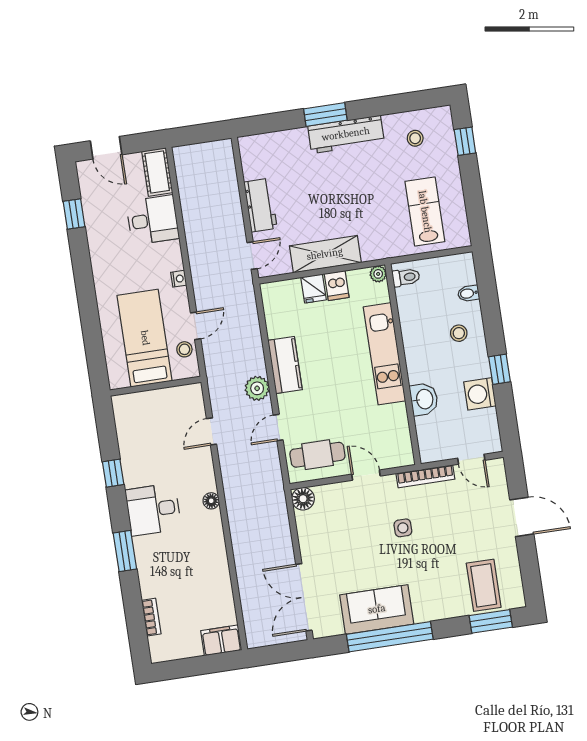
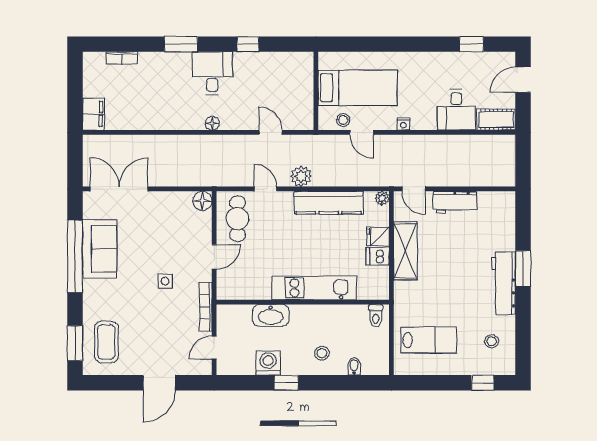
plant: (378, 274) -> (382, 198), moved
kitchen counter: (285, 365) -> (329, 203), width x1.50
washbasin: (424, 399) -> (271, 315), width x1.38
coffee table: (484, 585) -> (106, 342), turned 90

